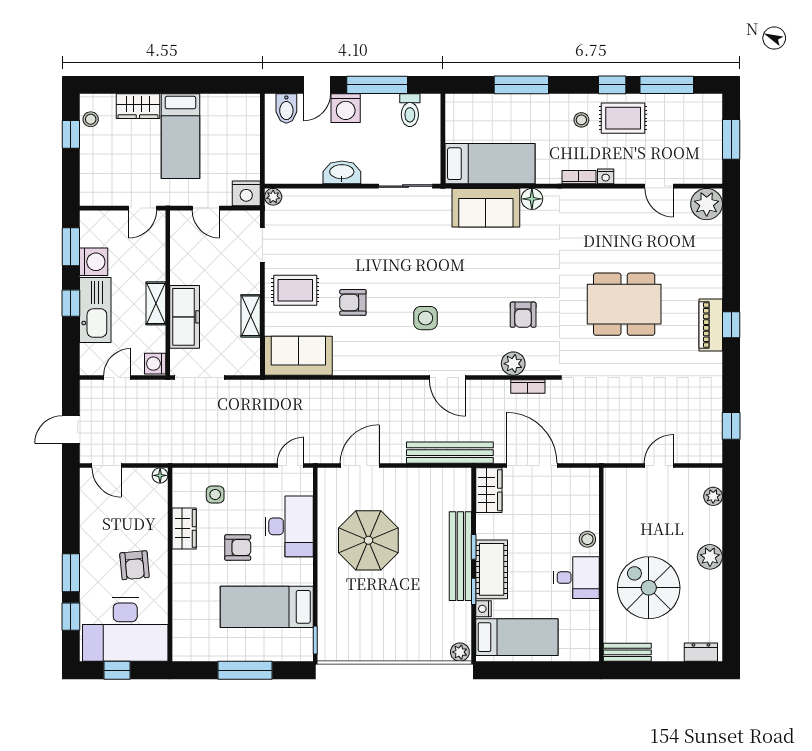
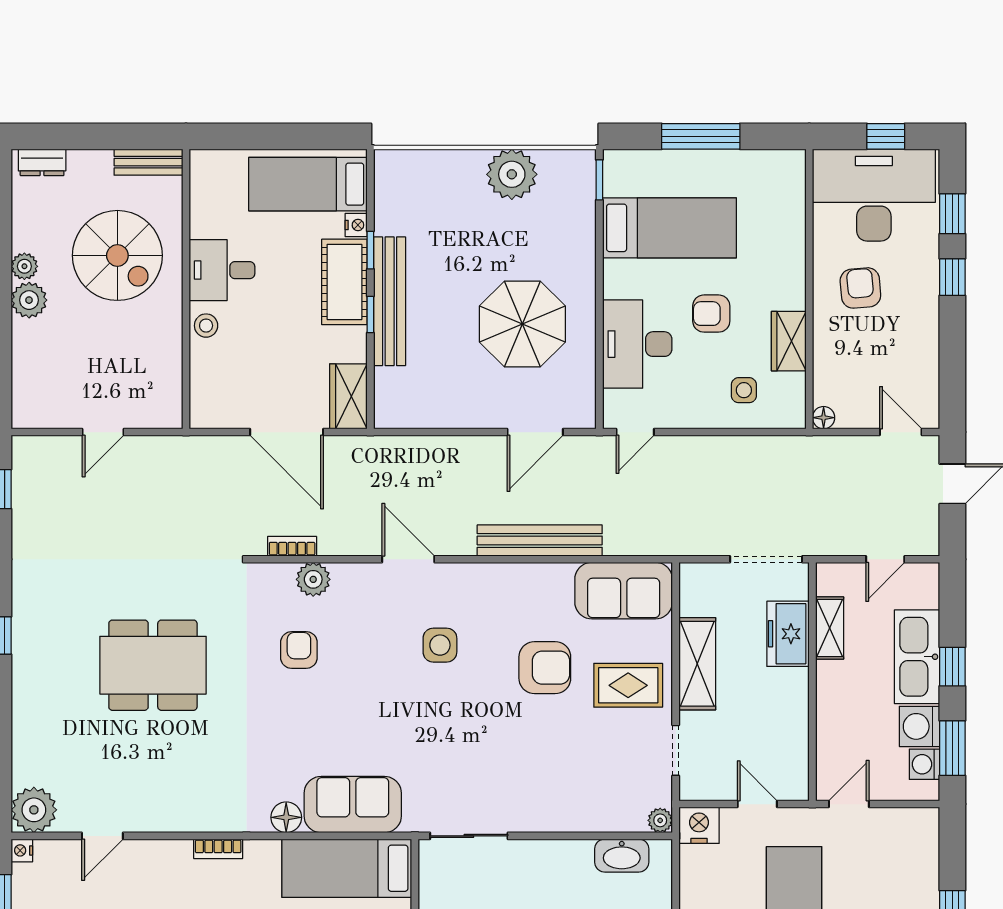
washbasin: (342, 172) -> (622, 856), moved
nightstand: (606, 176) -> (22, 850), moved, turned -90
door: (659, 186) -> (102, 836), swing flipped
armchair: (353, 302) -> (545, 668), width x1.38, depth x1.38
shelving: (156, 303) -> (830, 628), moved
shelving: (251, 316) -> (697, 664), width x1.50, depth x1.33
freezer: (185, 317) -> (788, 634), width x0.71
piano: (711, 325) -> (28, 635), removed
washing machine: (155, 364) -> (924, 764), moved, turned 180
bench: (450, 453) -> (540, 540), moved
plant: (713, 496) -> (24, 266), moved
window: (71, 573) -> (952, 277), width x0.67
plant: (460, 652) -> (512, 174), moved, width x1.88, depth x1.88

